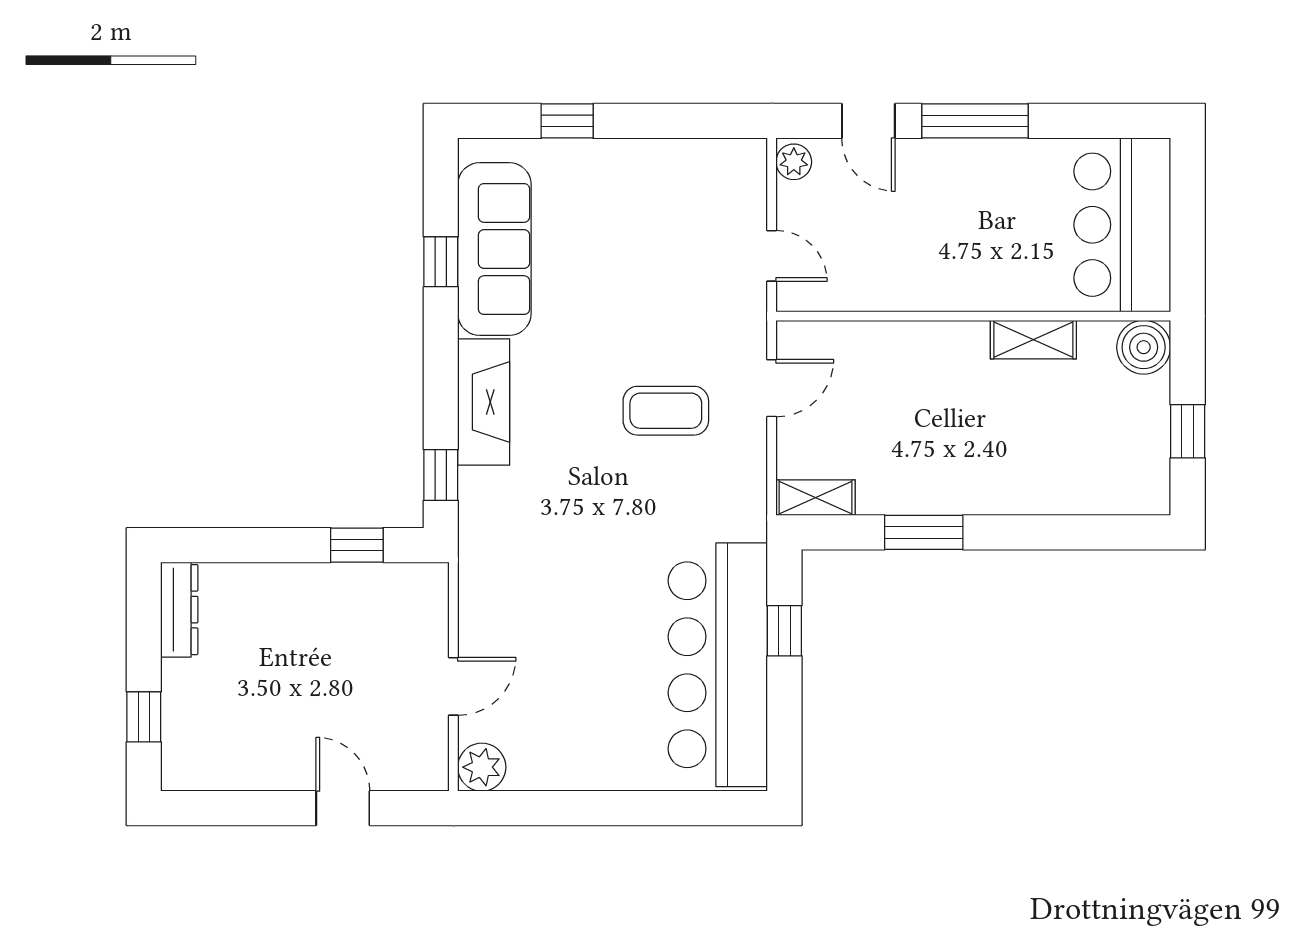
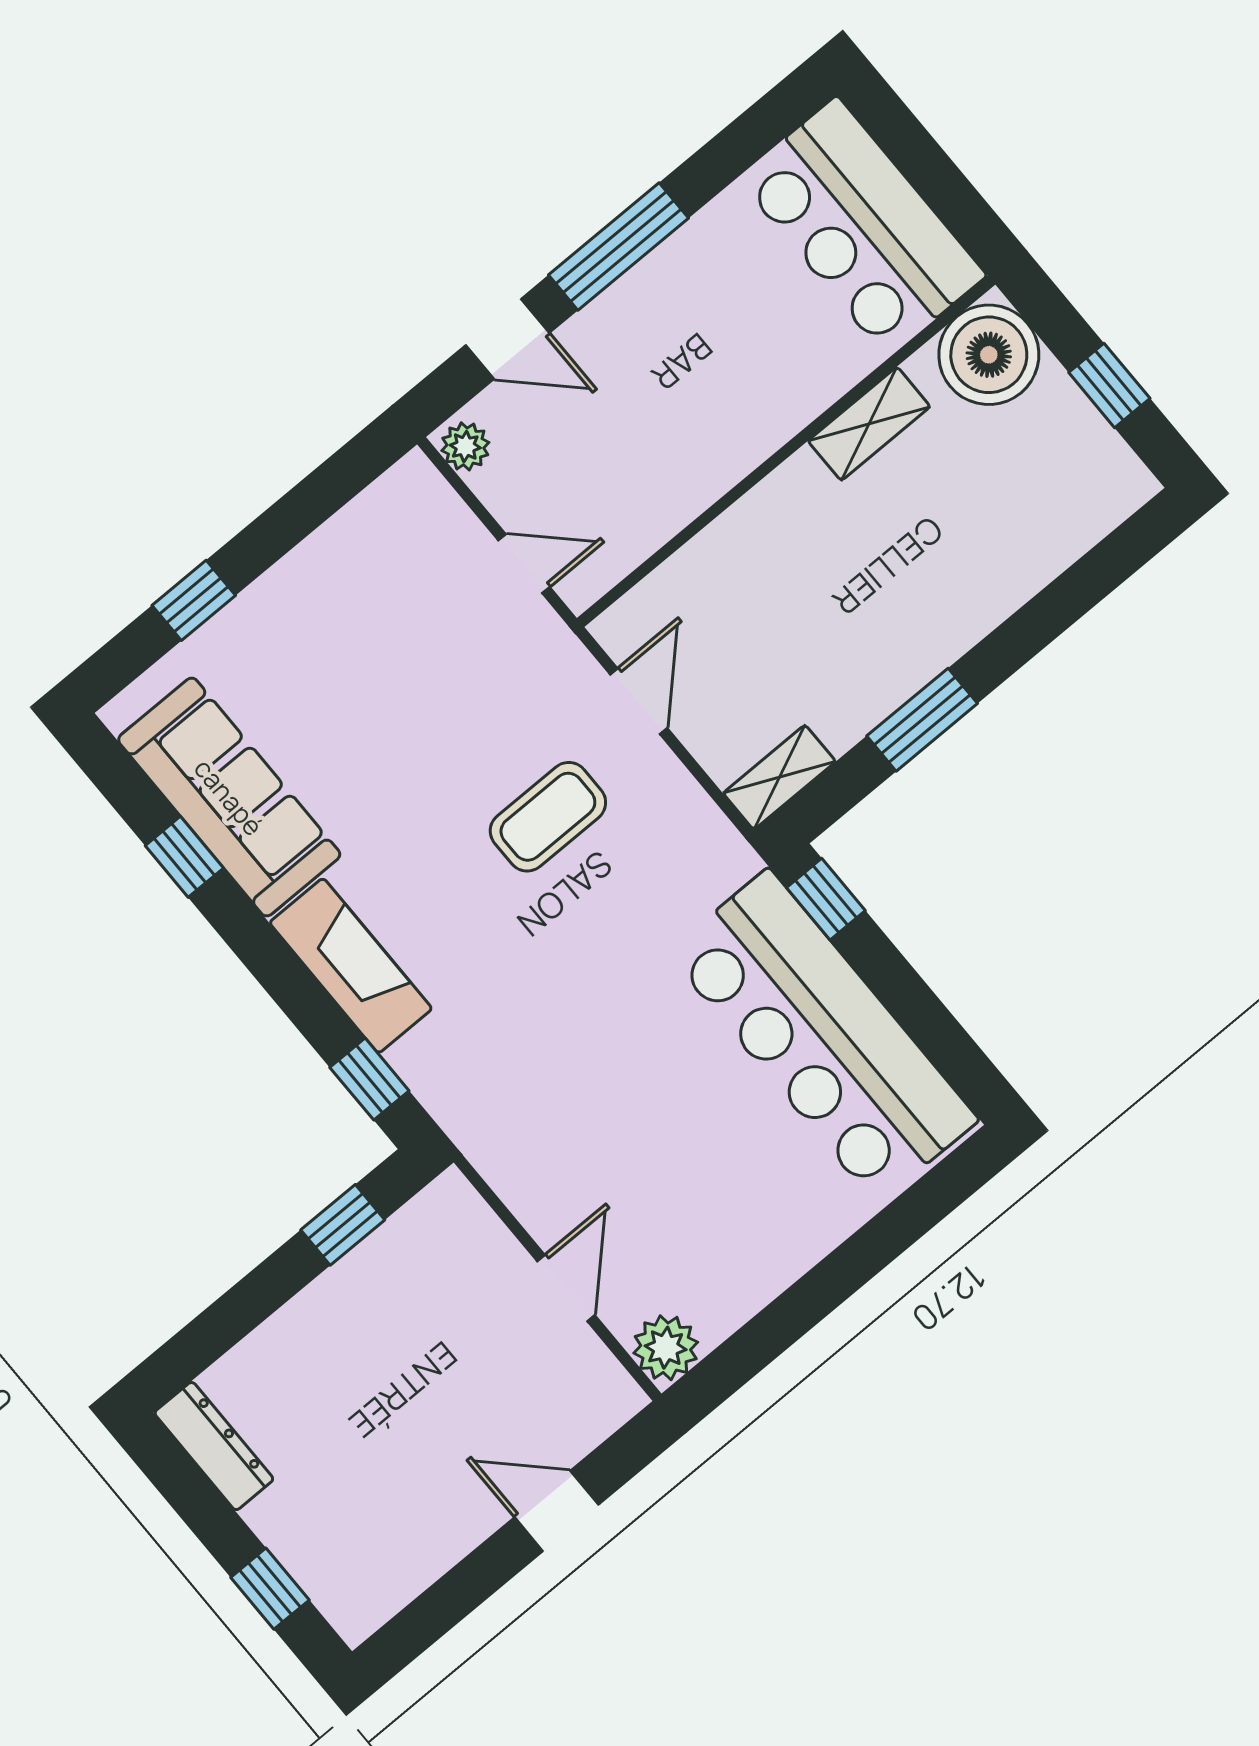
boiler: (1144, 347) -> (989, 355), width x1.37, depth x1.37
window: (784, 631) -> (826, 899), moved

